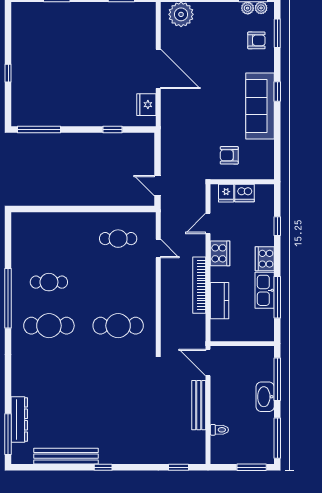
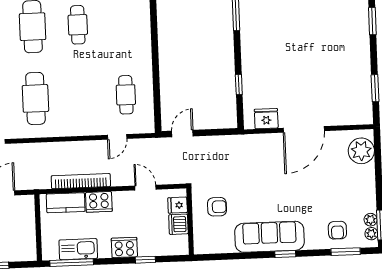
armchair: (229, 155) -> (217, 207), turned 90
cooker: (220, 253) -> (99, 202), moved
cooker: (265, 259) -> (124, 247), moved
wall: (242, 344) -> (38, 228), moved

